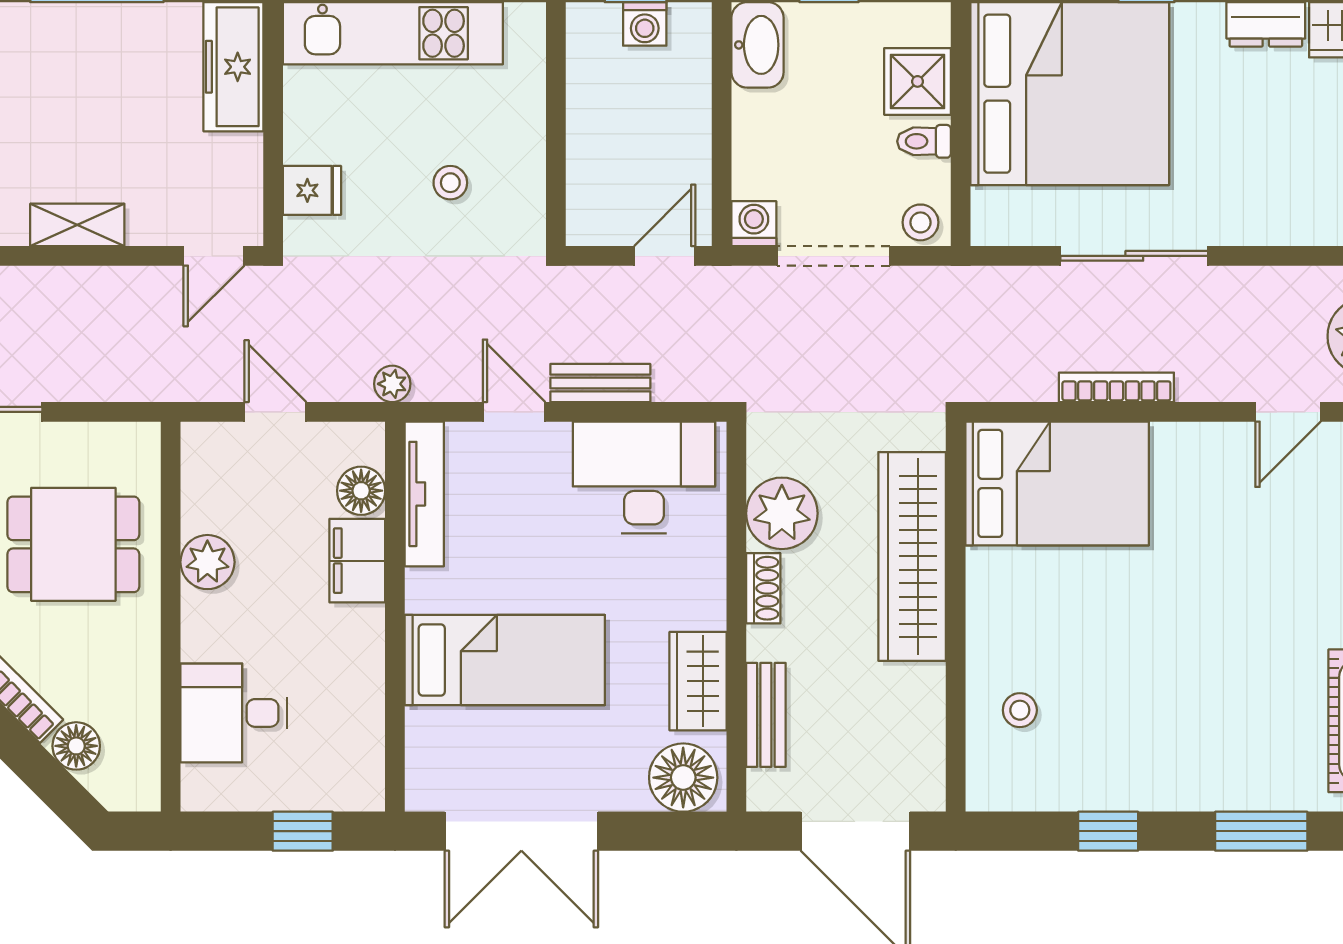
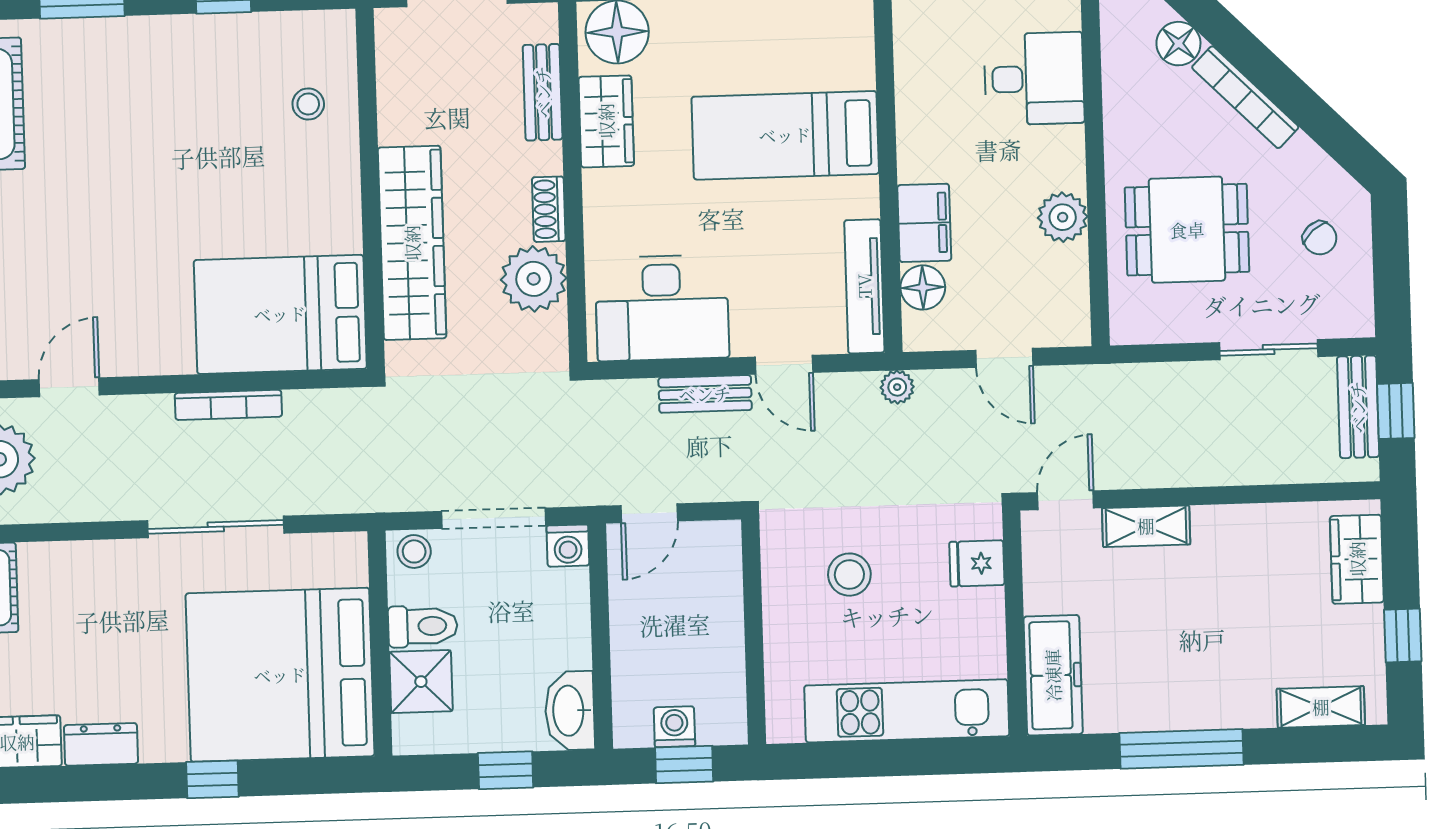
toilet: (924, 141) -> (423, 626), width x1.37, depth x1.39
stool: (450, 183) -> (849, 575), width x1.37, depth x1.37
shelving: (77, 225) -> (1146, 526), moved

